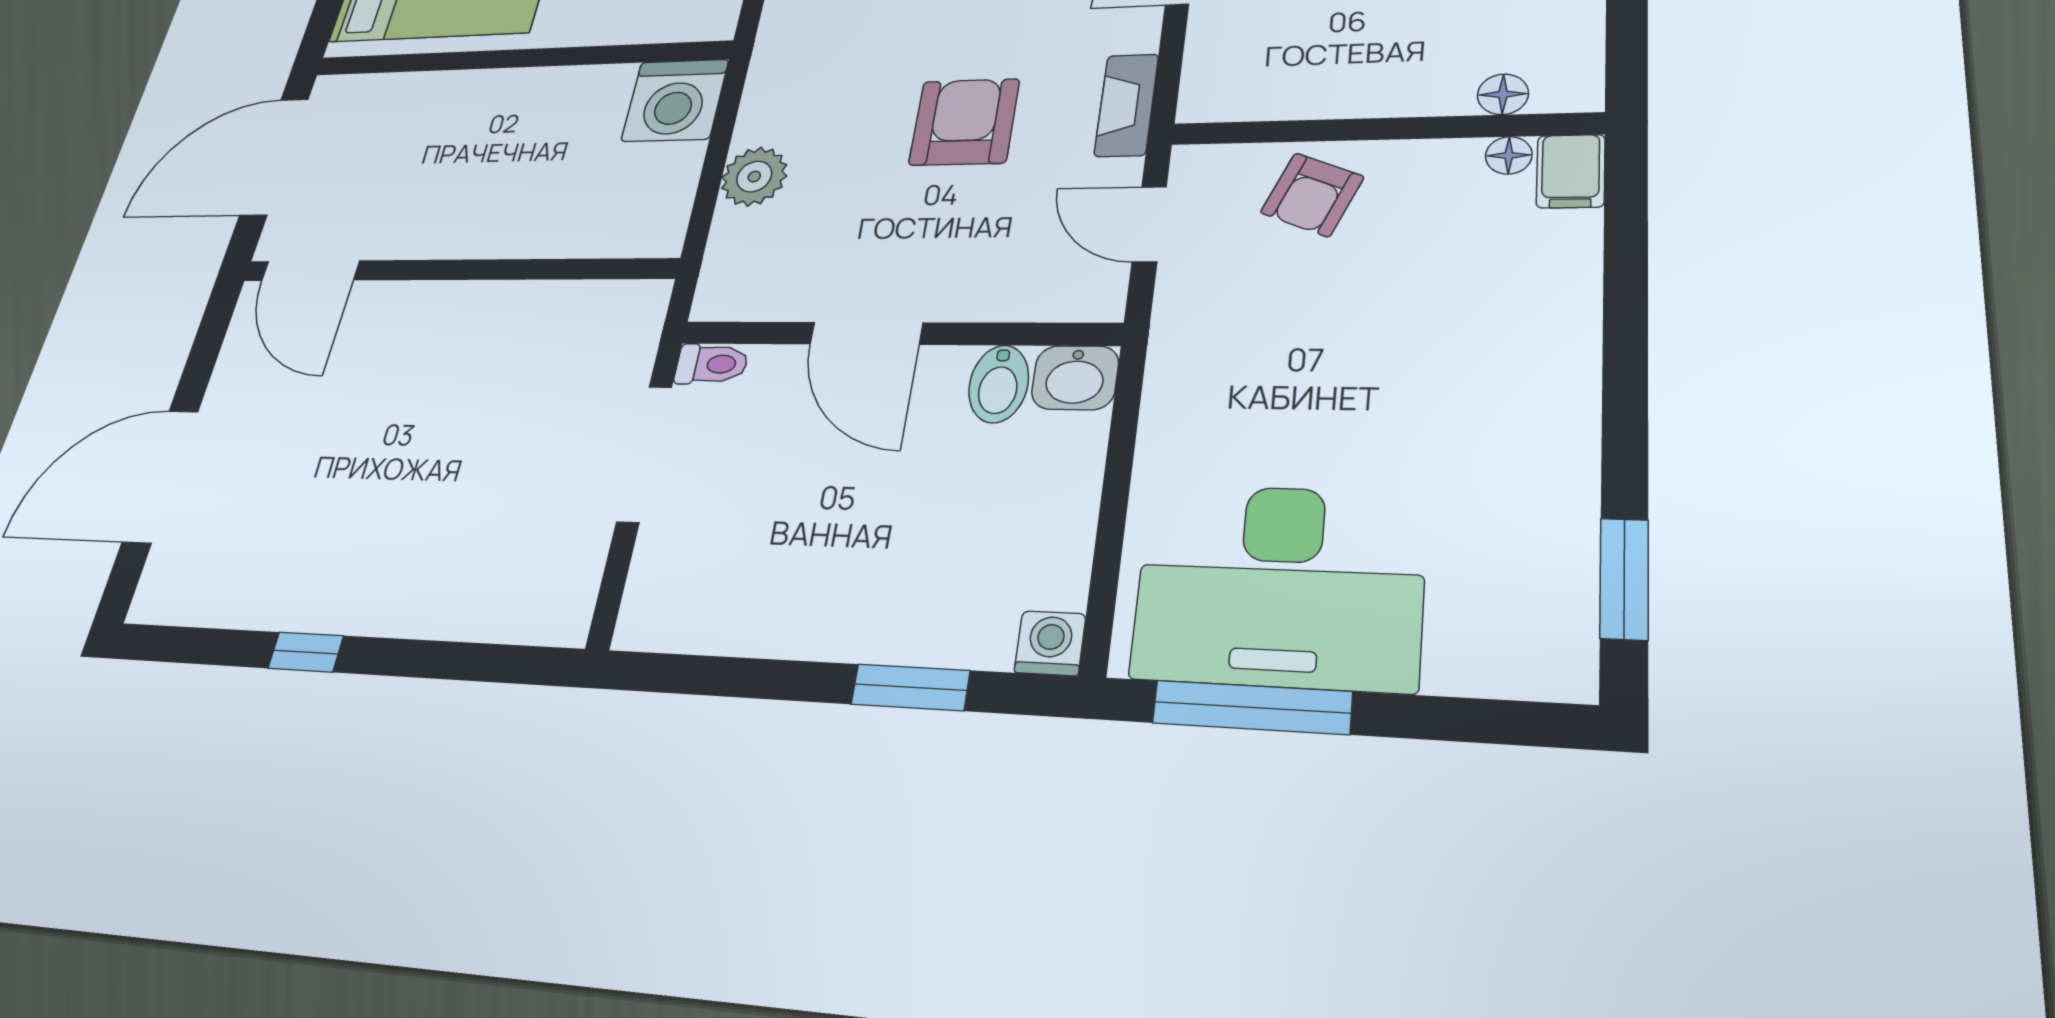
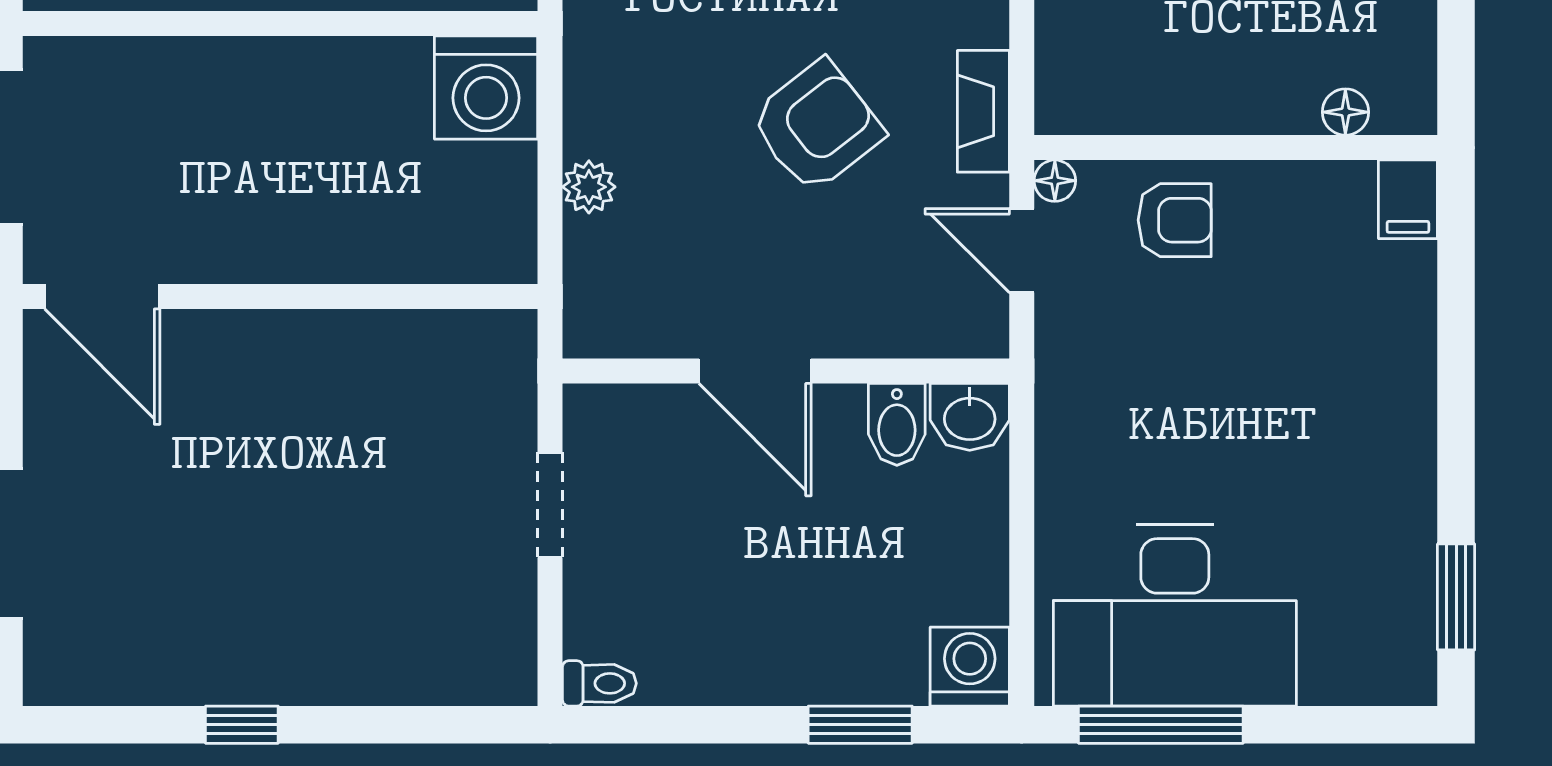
armchair: (964, 122) -> (817, 126), turned 52
floor lamp: (1509, 155) -> (1055, 181), moved
plant: (754, 177) -> (589, 187), width x0.73, depth x0.73
armchair: (1312, 195) -> (1175, 220), turned -113
toilet: (712, 364) -> (599, 683), moved
doorway: (644, 454) -> (550, 505), width x0.73
washing machine: (1050, 643) -> (970, 667), width x1.38, depth x1.38

